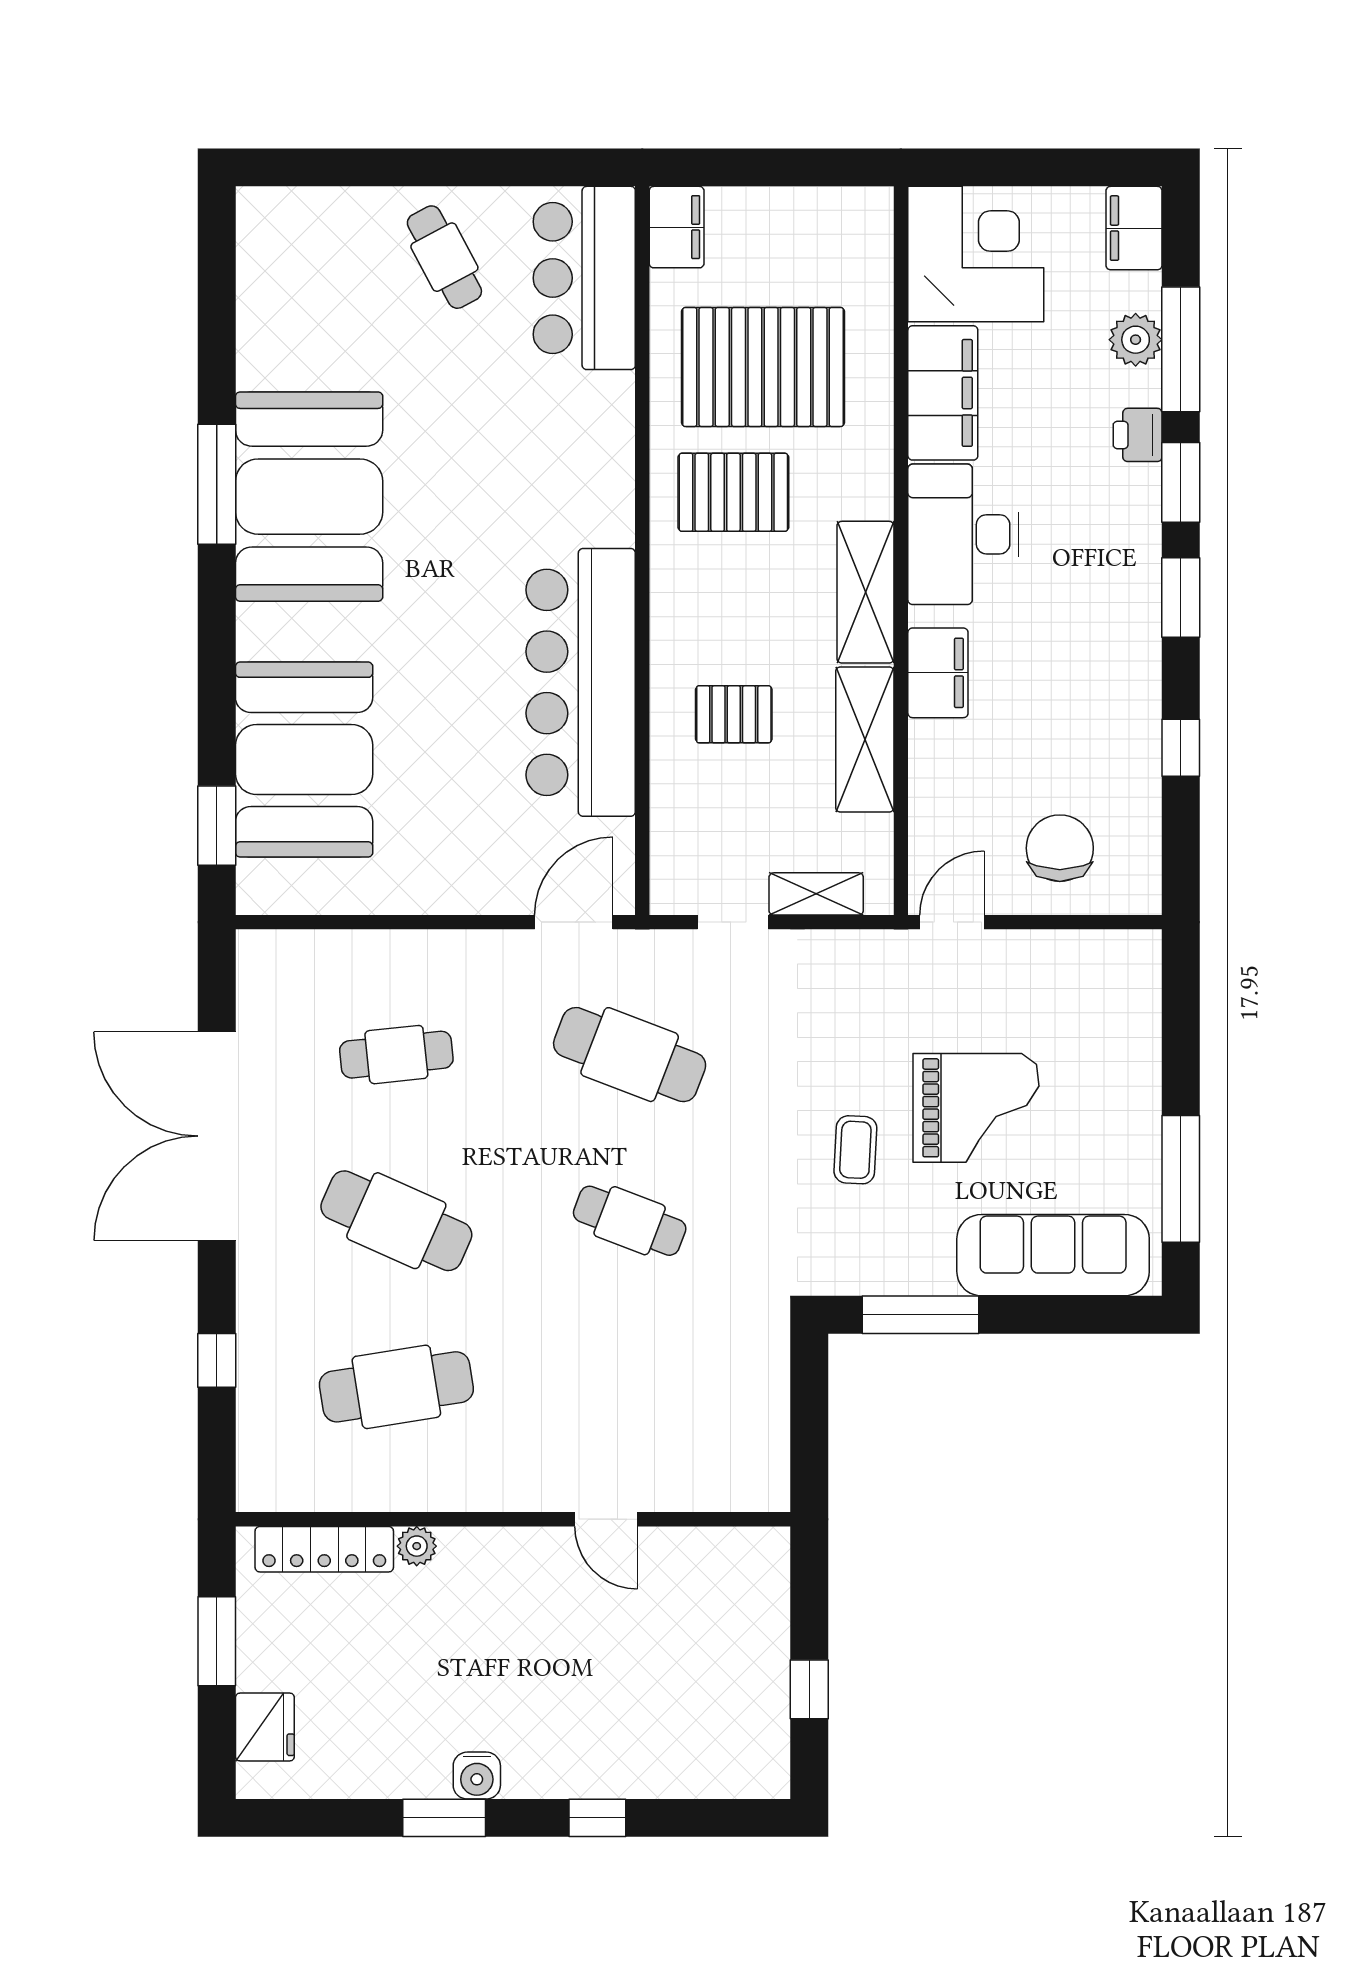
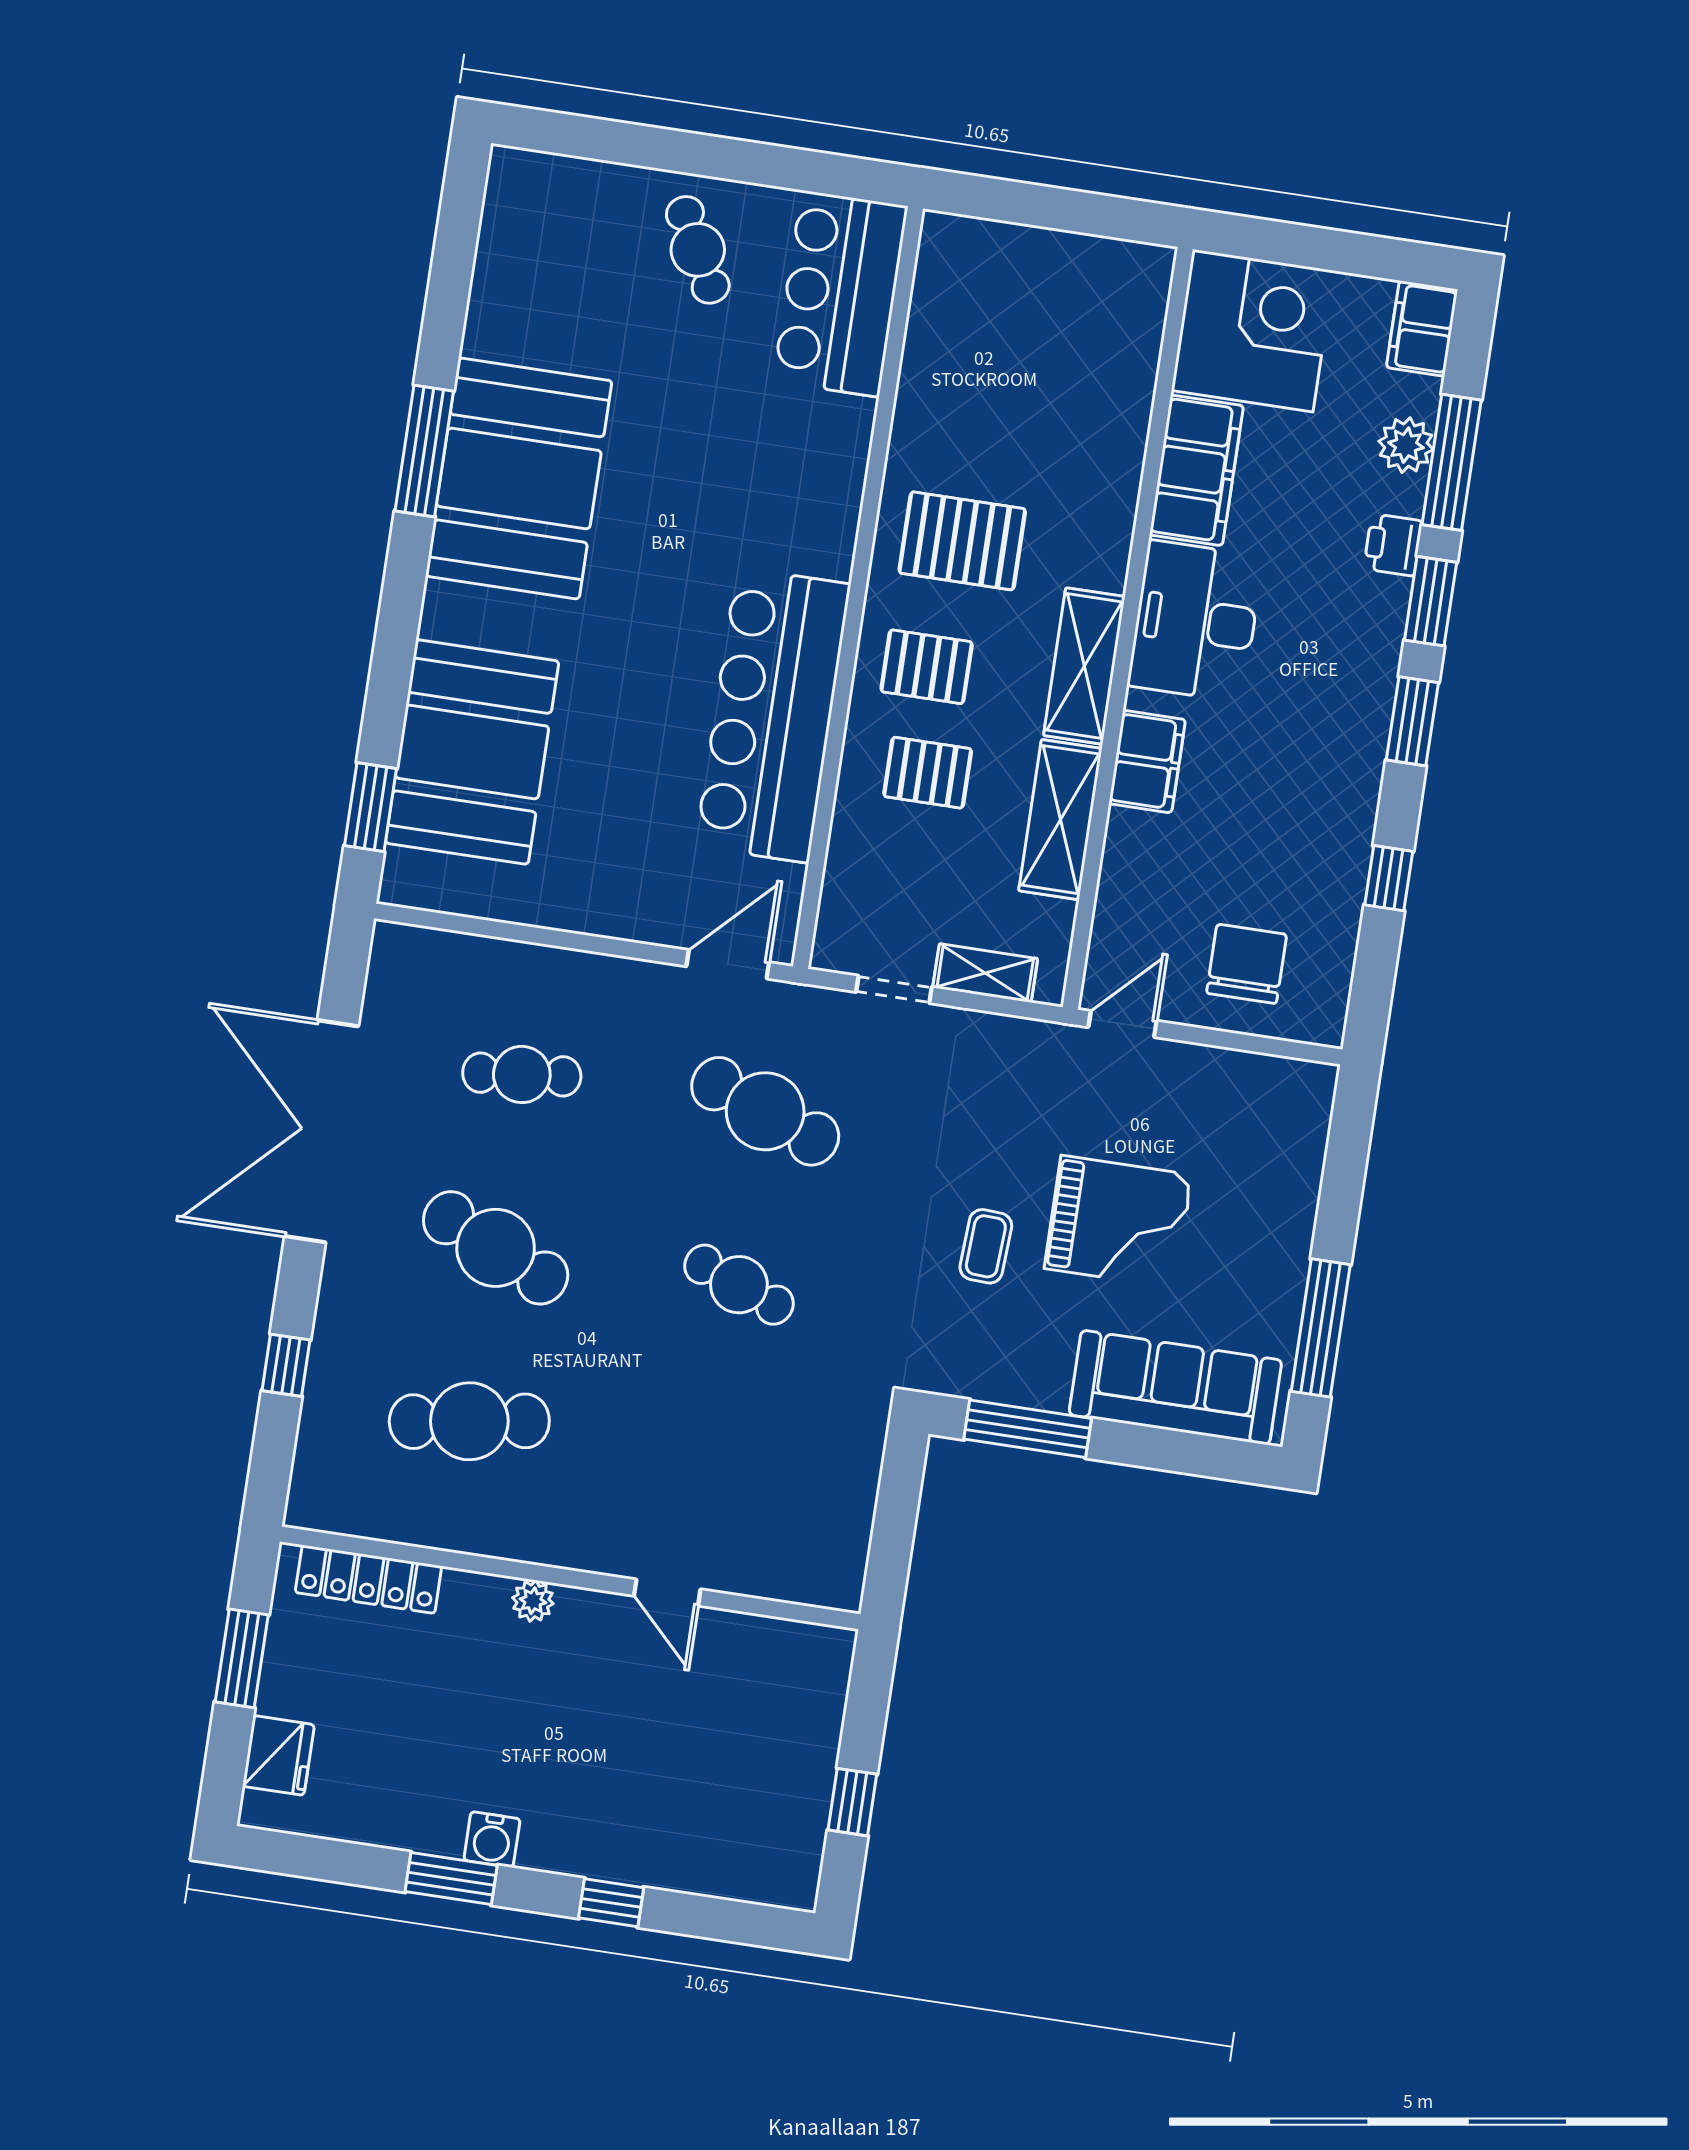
filing cabinet: (677, 227) -> (945, 255), removed
pallet: (763, 367) -> (927, 667), moved, width x0.49, depth x0.50
plant: (417, 1546) -> (533, 1601), moved

